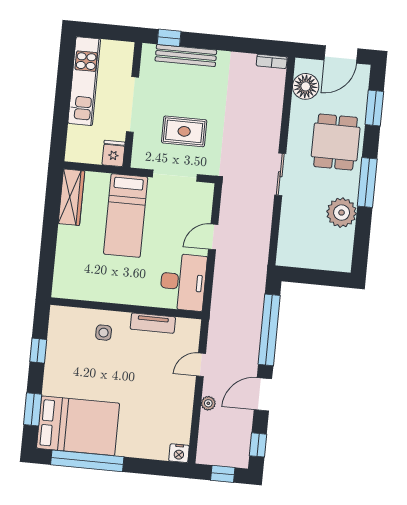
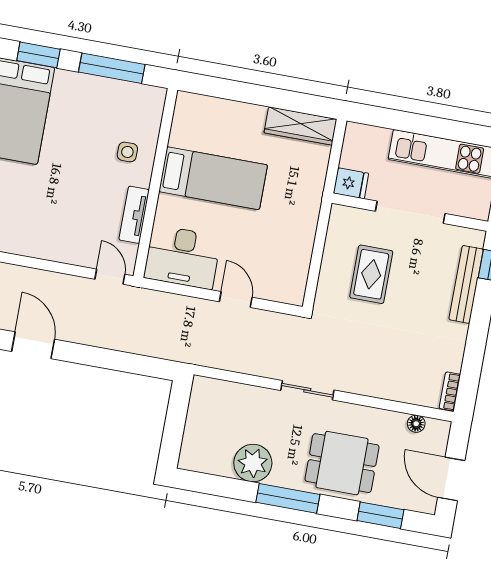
floor lamp: (306, 86) -> (416, 424), width x0.53, depth x0.53
doorway: (175, 176) -> (317, 258), removed
bed: (126, 216) -> (213, 178), moved, turned 180
window: (269, 330) -> (113, 360), removed
window: (38, 351) -> (112, 68), width x2.17
door: (201, 365) -> (110, 277), moved
plant: (208, 403) -> (28, 276), removed

